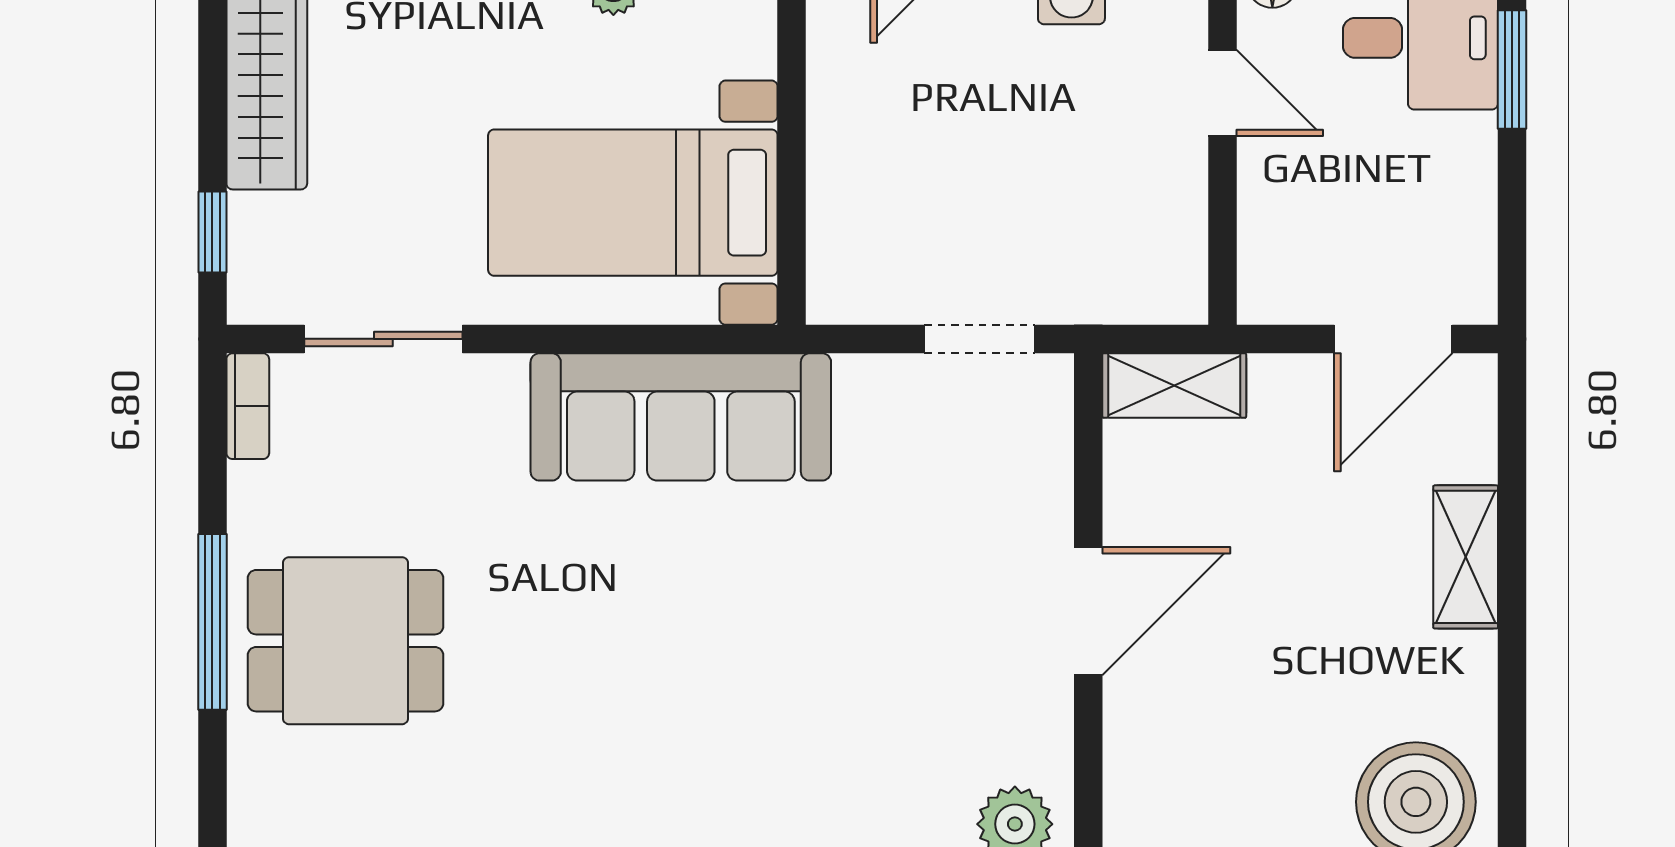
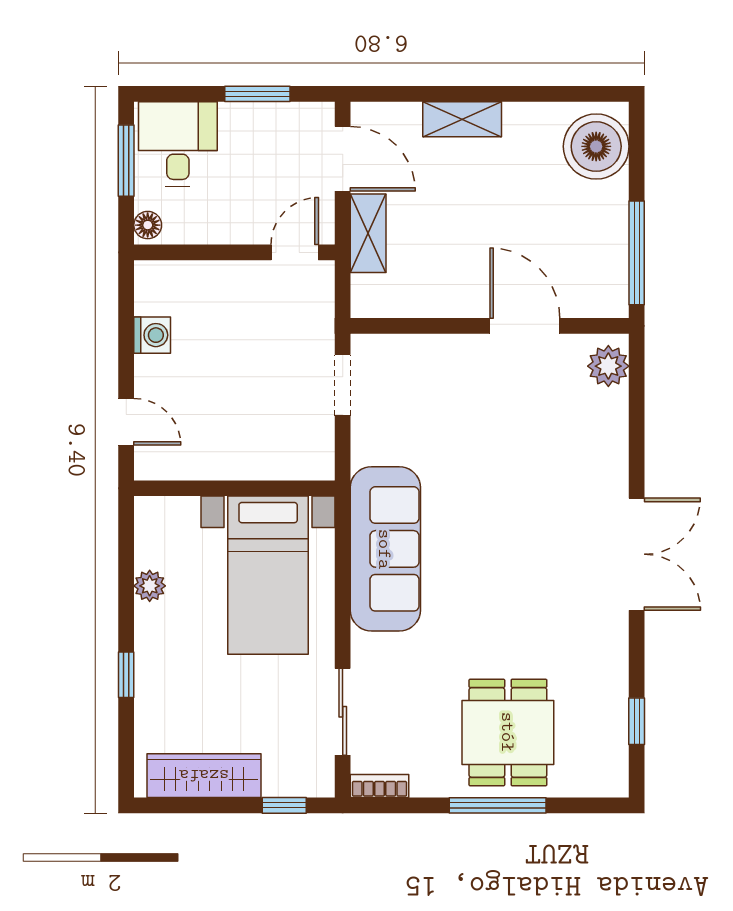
window: (1512, 70) -> (257, 94), moved
door: (1222, 93) -> (295, 252), moved
shelving: (1174, 385) -> (368, 233), moved
door: (1088, 611) -> (525, 326), moved

